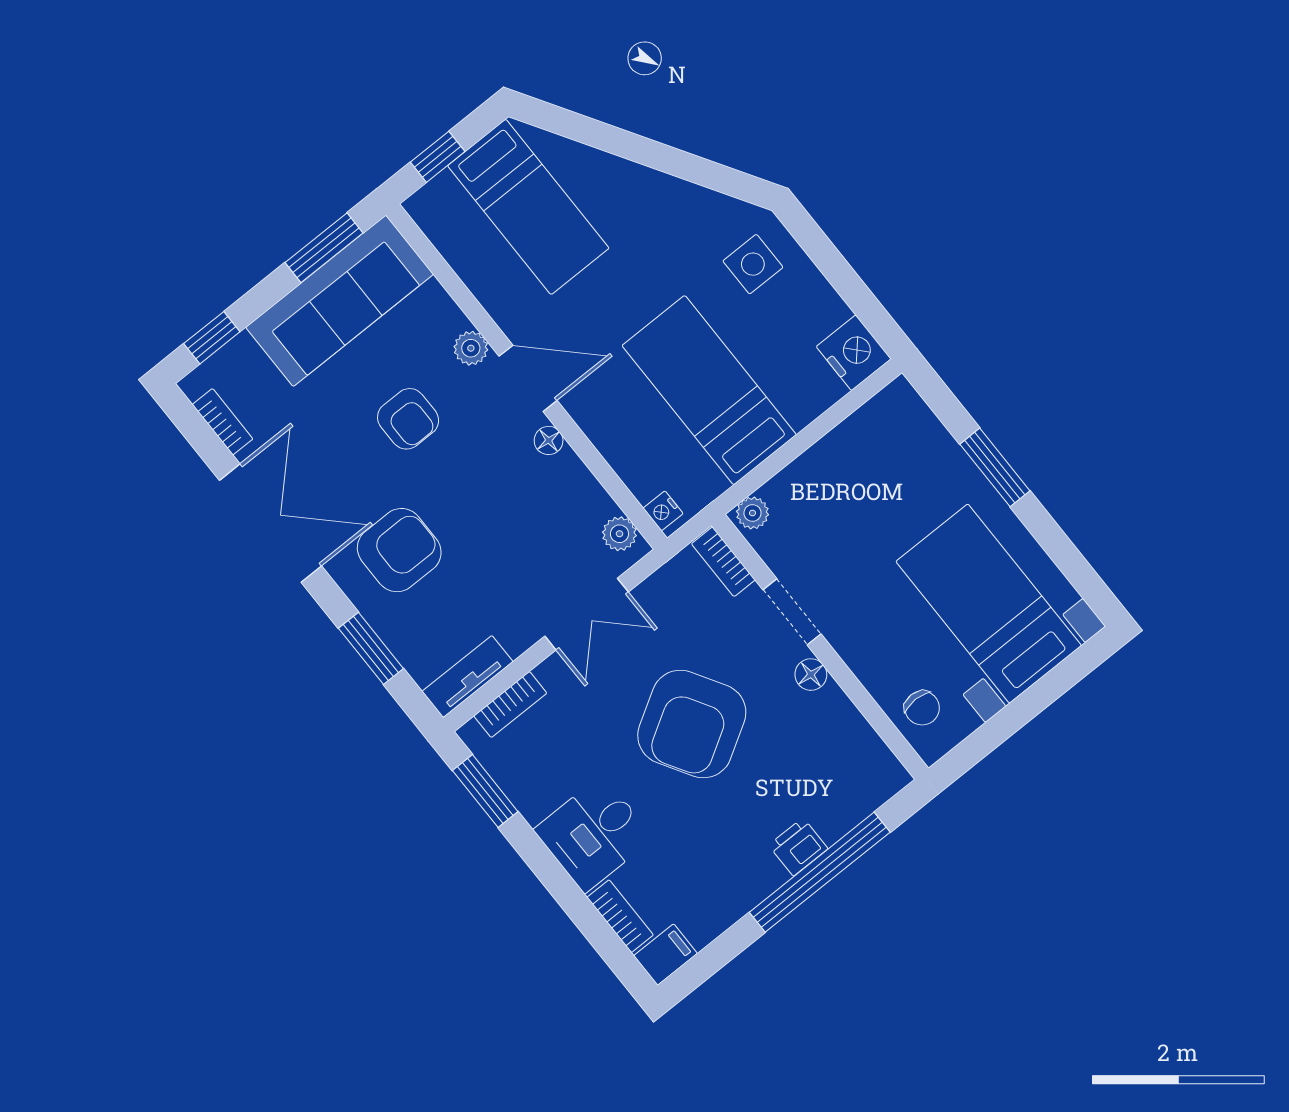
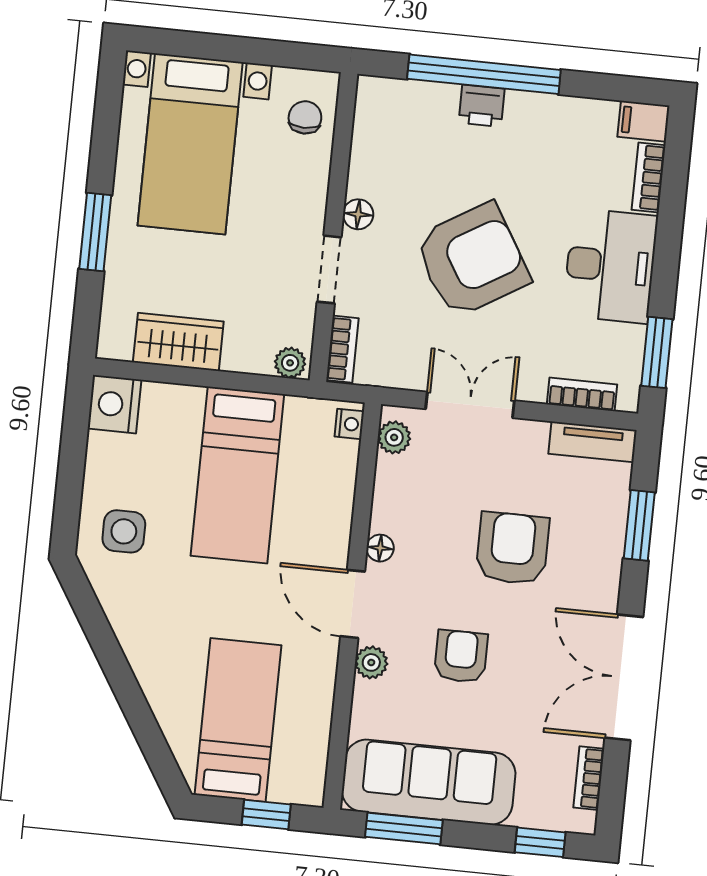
wardrobe: (852, 446) -> (178, 342), added
armchair: (399, 550) -> (513, 548), moved, turned 90
desk: (594, 834) -> (610, 266), width x1.37

